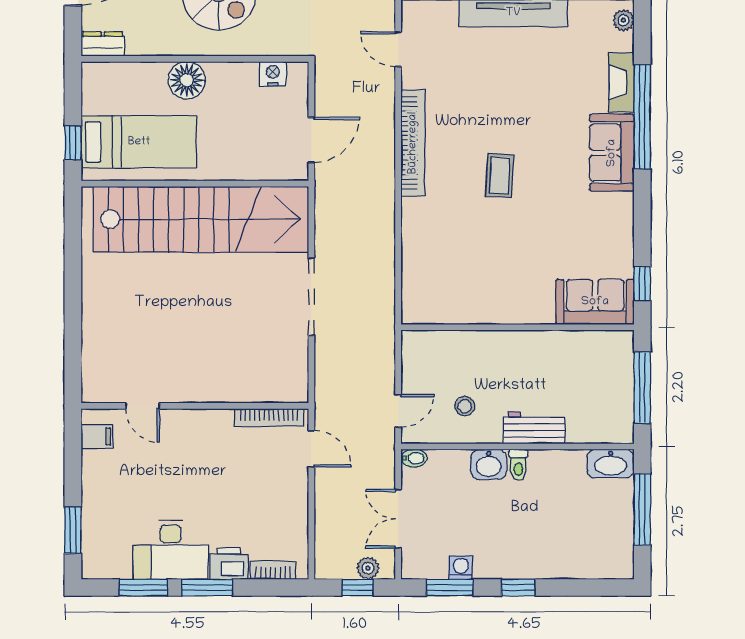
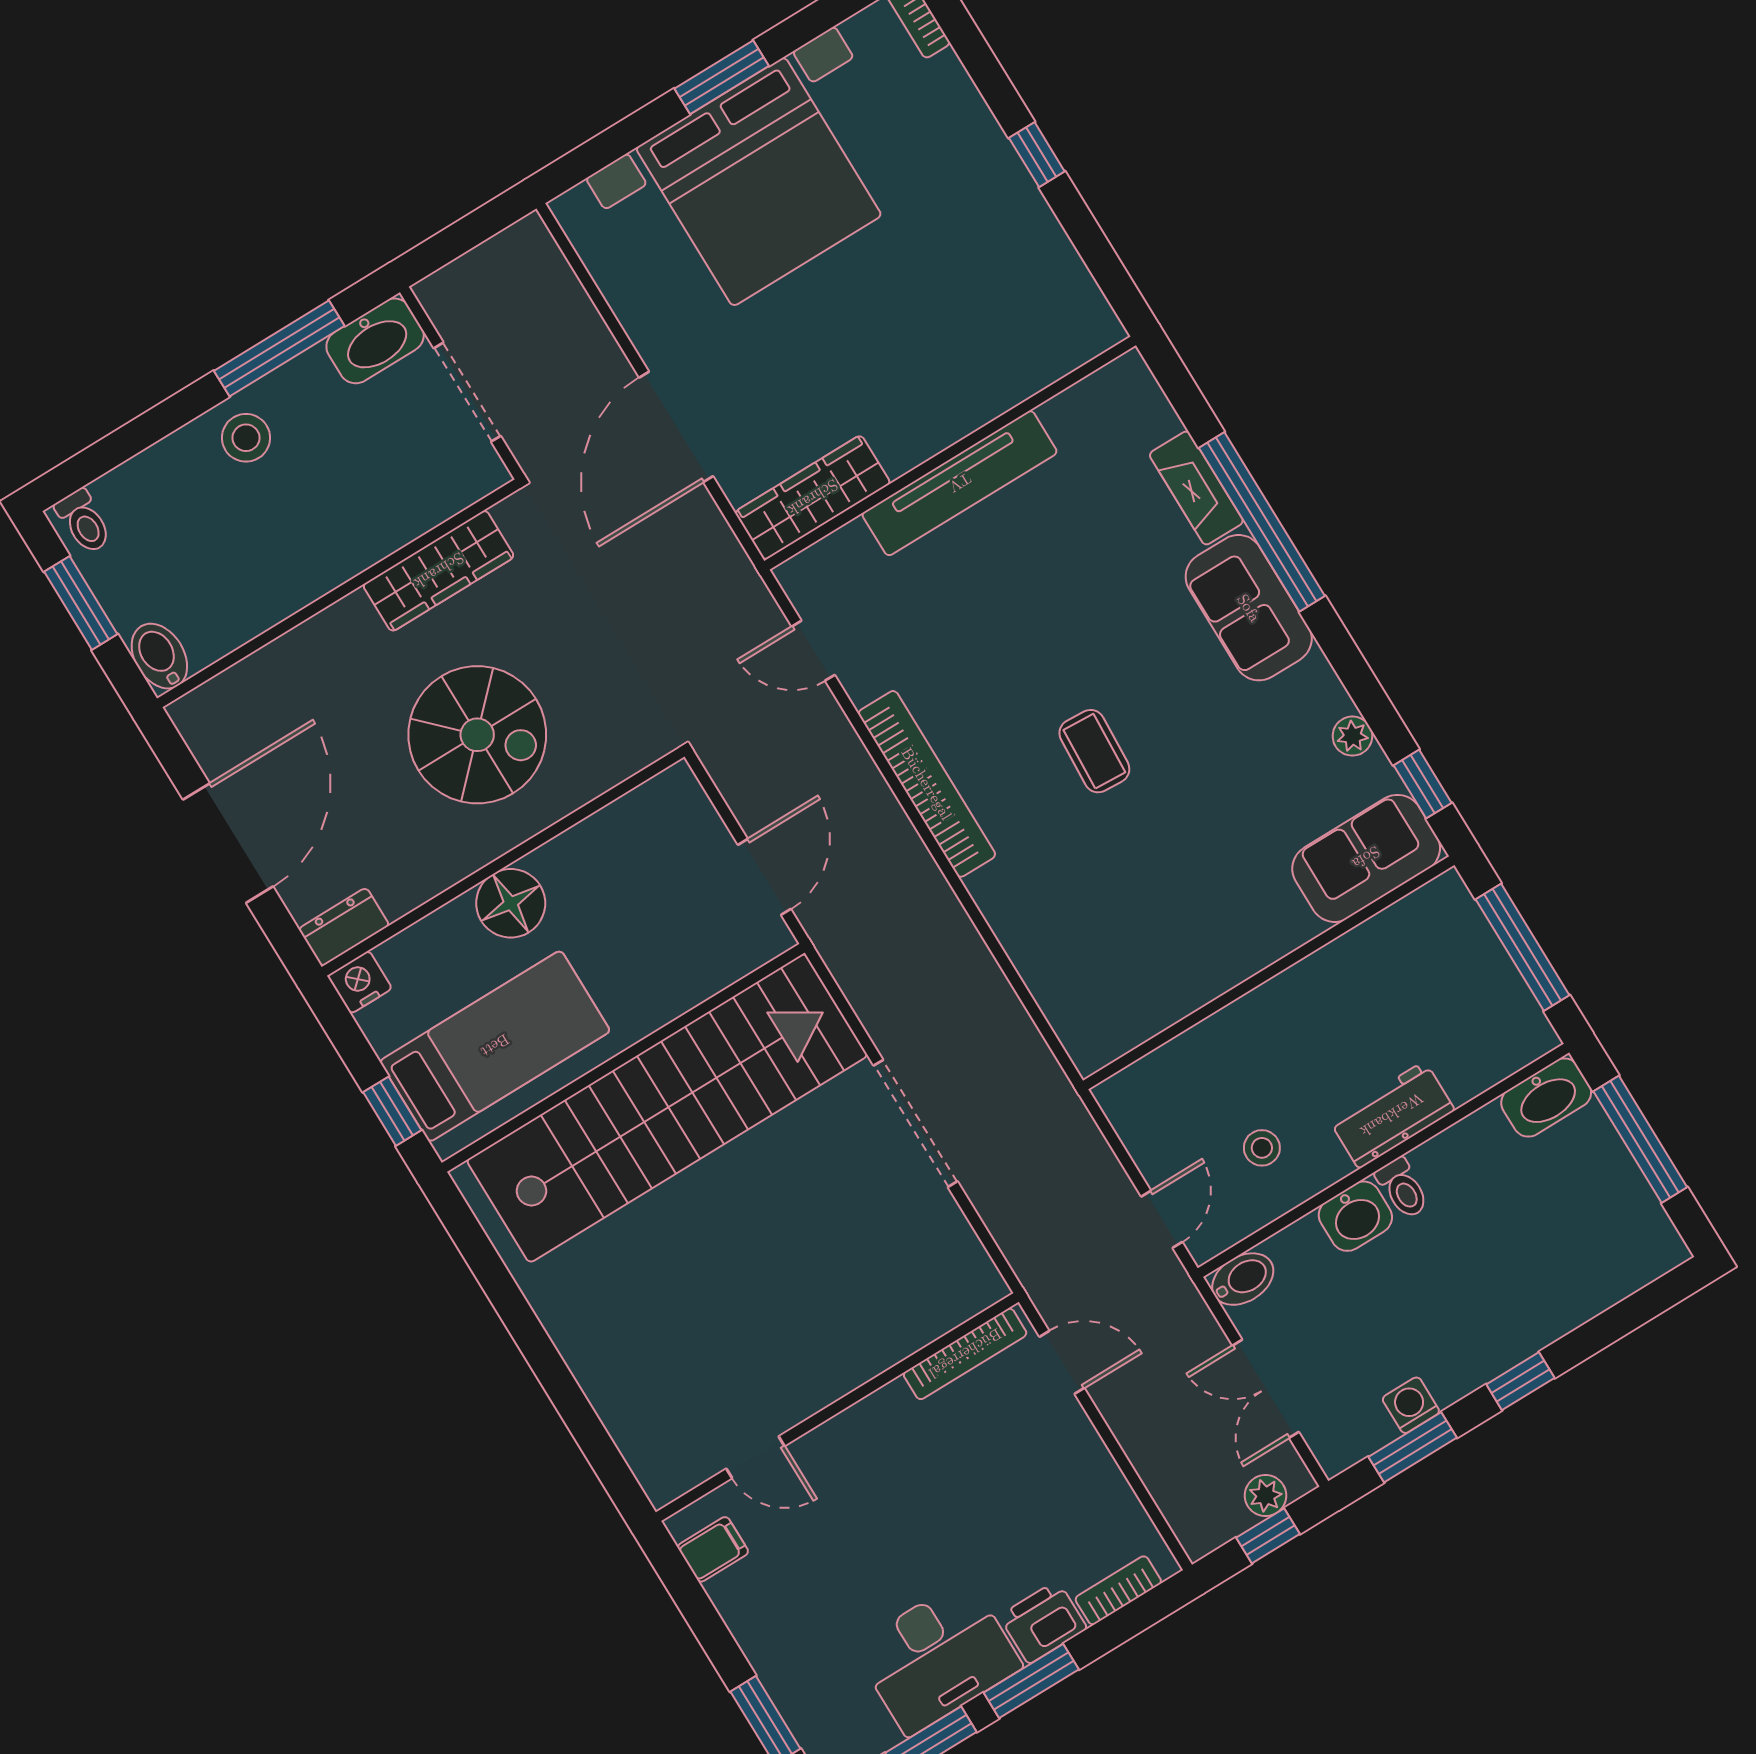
plant: (623, 20) -> (1352, 736), moved
nightstand: (273, 74) -> (360, 982), moved
bidet: (414, 458) -> (1243, 1279), width x1.38, depth x1.36

